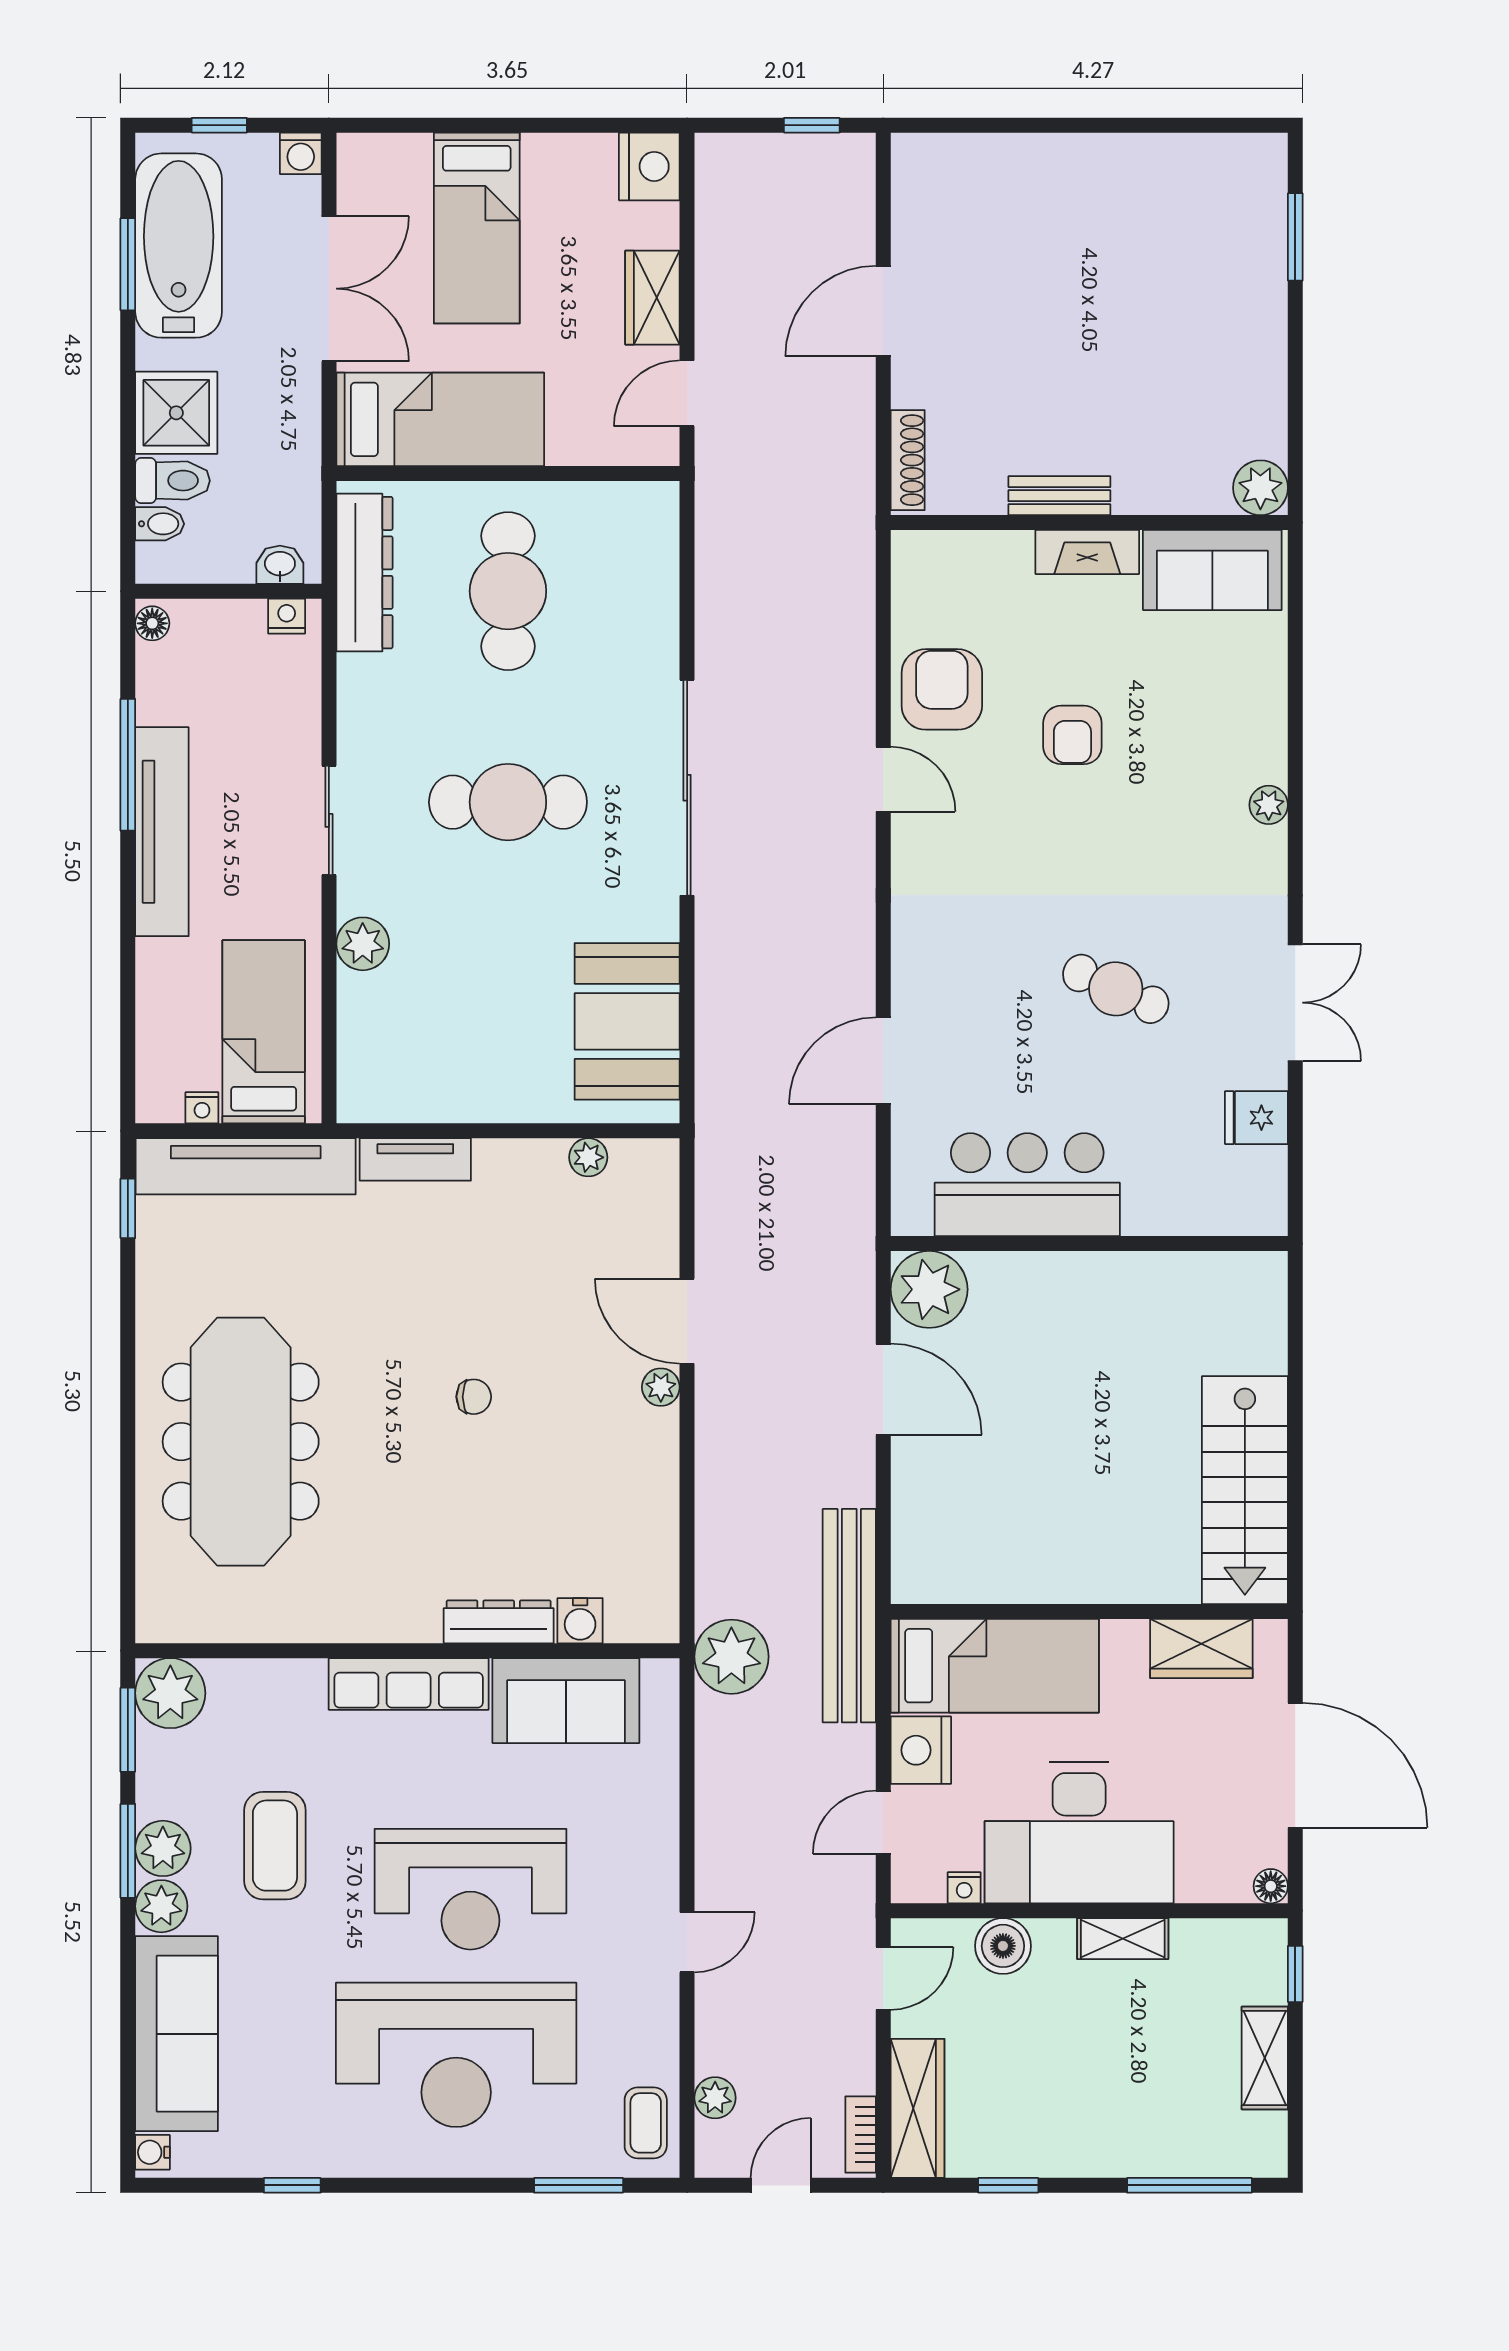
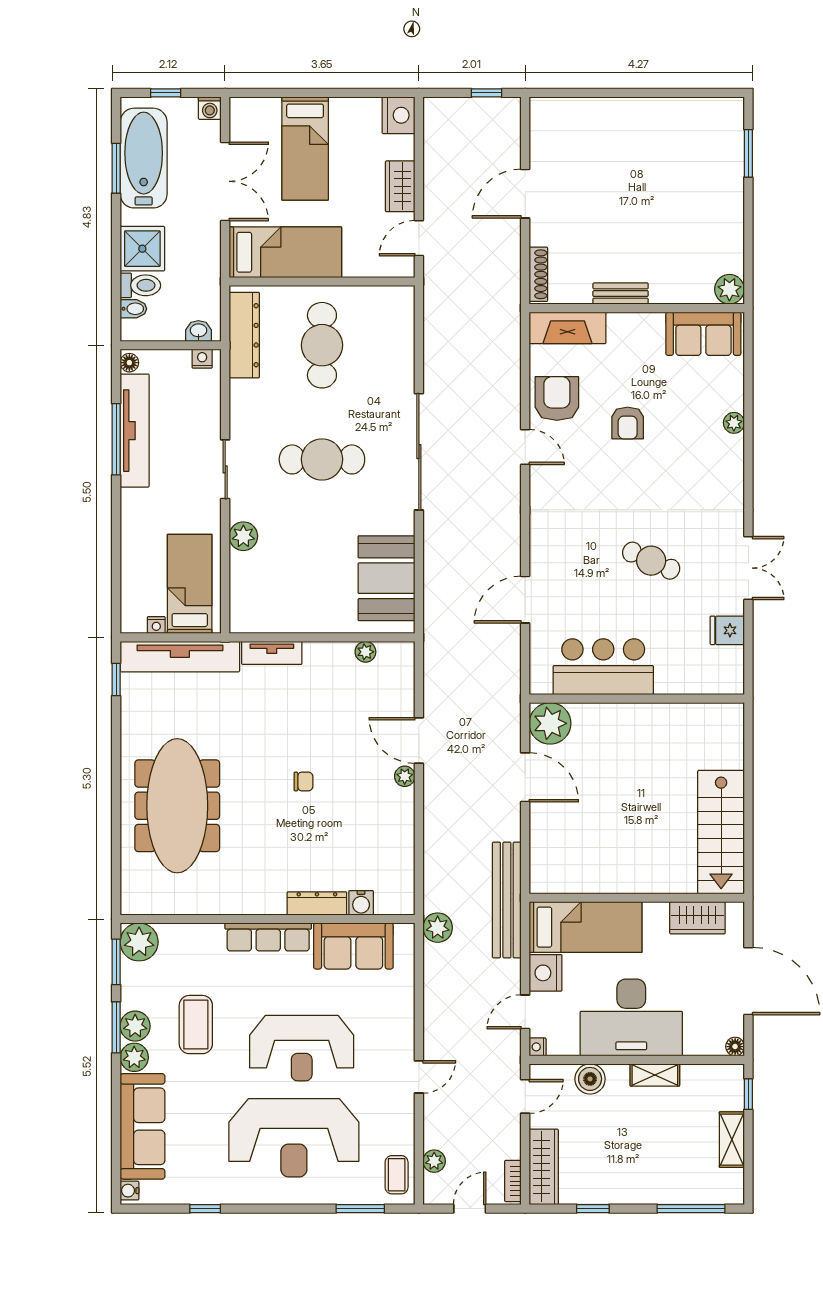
fireplace: (1087, 552) -> (568, 328), moved, width x1.37, depth x1.32
plant: (1269, 805) -> (734, 423), moved
tv unit: (162, 832) -> (135, 431), moved
plant: (731, 1657) -> (438, 928), width x0.73, depth x0.73
nightstand: (964, 1888) -> (538, 1047), moved, turned 90

